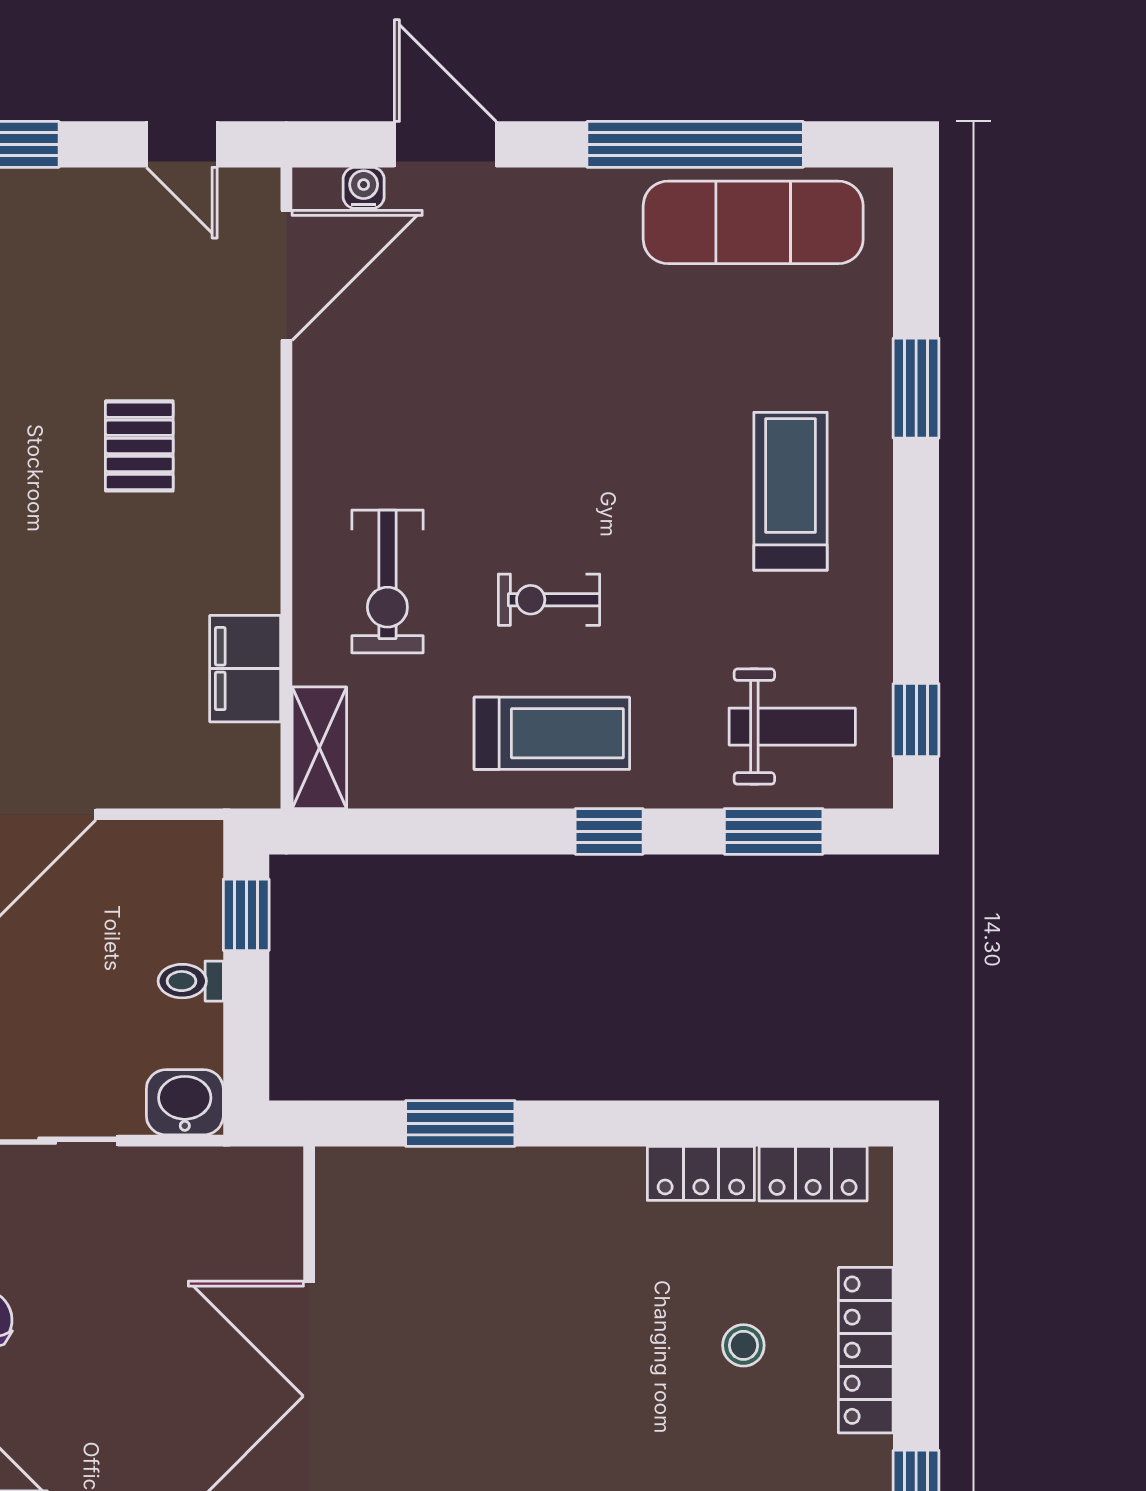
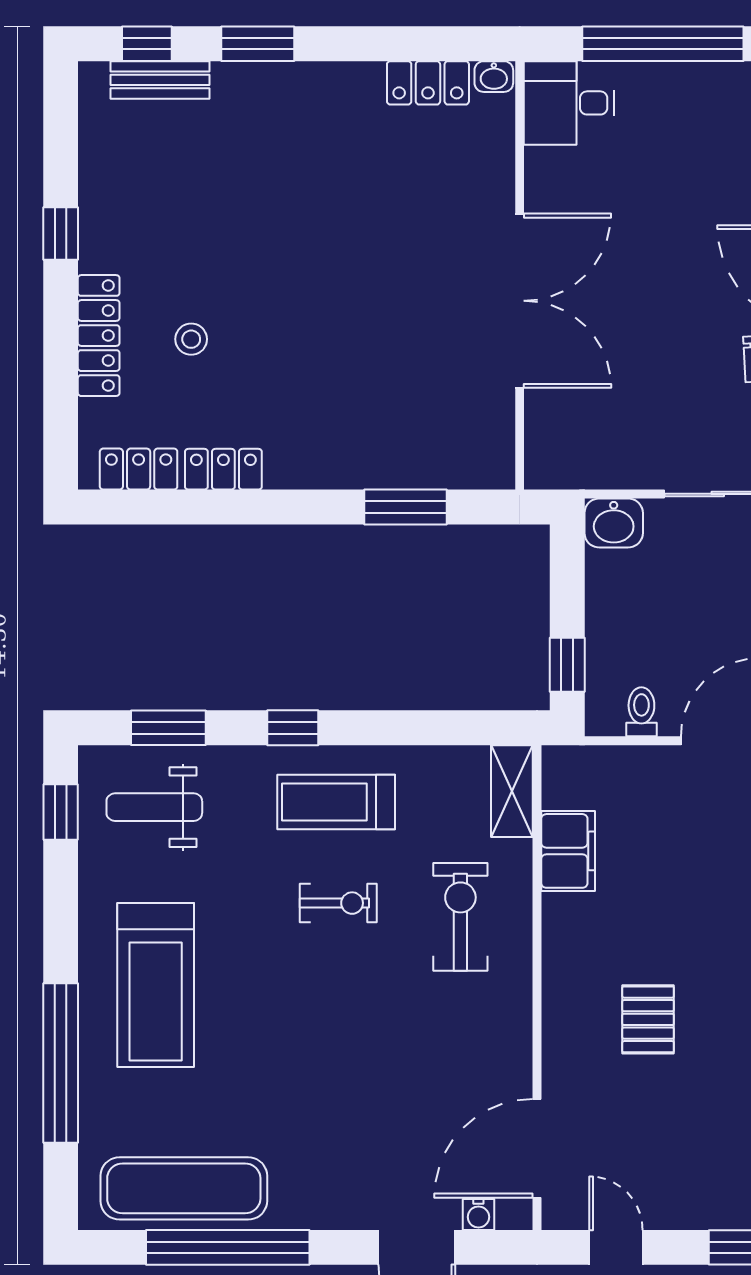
window: (916, 388) -> (61, 1063), width x2.11
treadmill: (791, 491) -> (156, 985), width x1.37, depth x1.38
toilet: (191, 981) -> (641, 712), moved, turned -90

